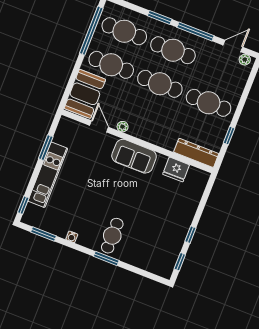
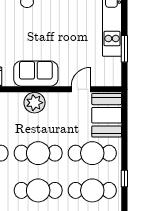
window: (91, 31) -> (124, 179), width x0.32
door: (99, 126) -> (81, 89), swing flipped
plant: (123, 127) -> (34, 103), moved, width x1.87, depth x1.87

